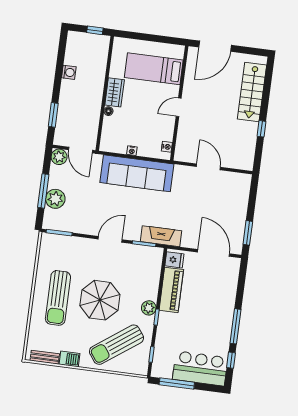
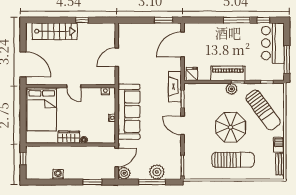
bed: (154, 69) -> (42, 109), width x1.50
piano: (171, 290) -> (228, 73), moved

